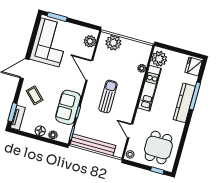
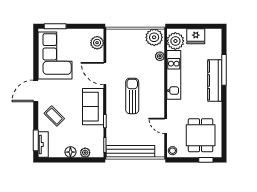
plant: (113, 43) -> (154, 37), moved
fridge: (194, 67) -> (196, 36), moved, turned -90
sofa: (68, 107) -> (93, 107), moved

